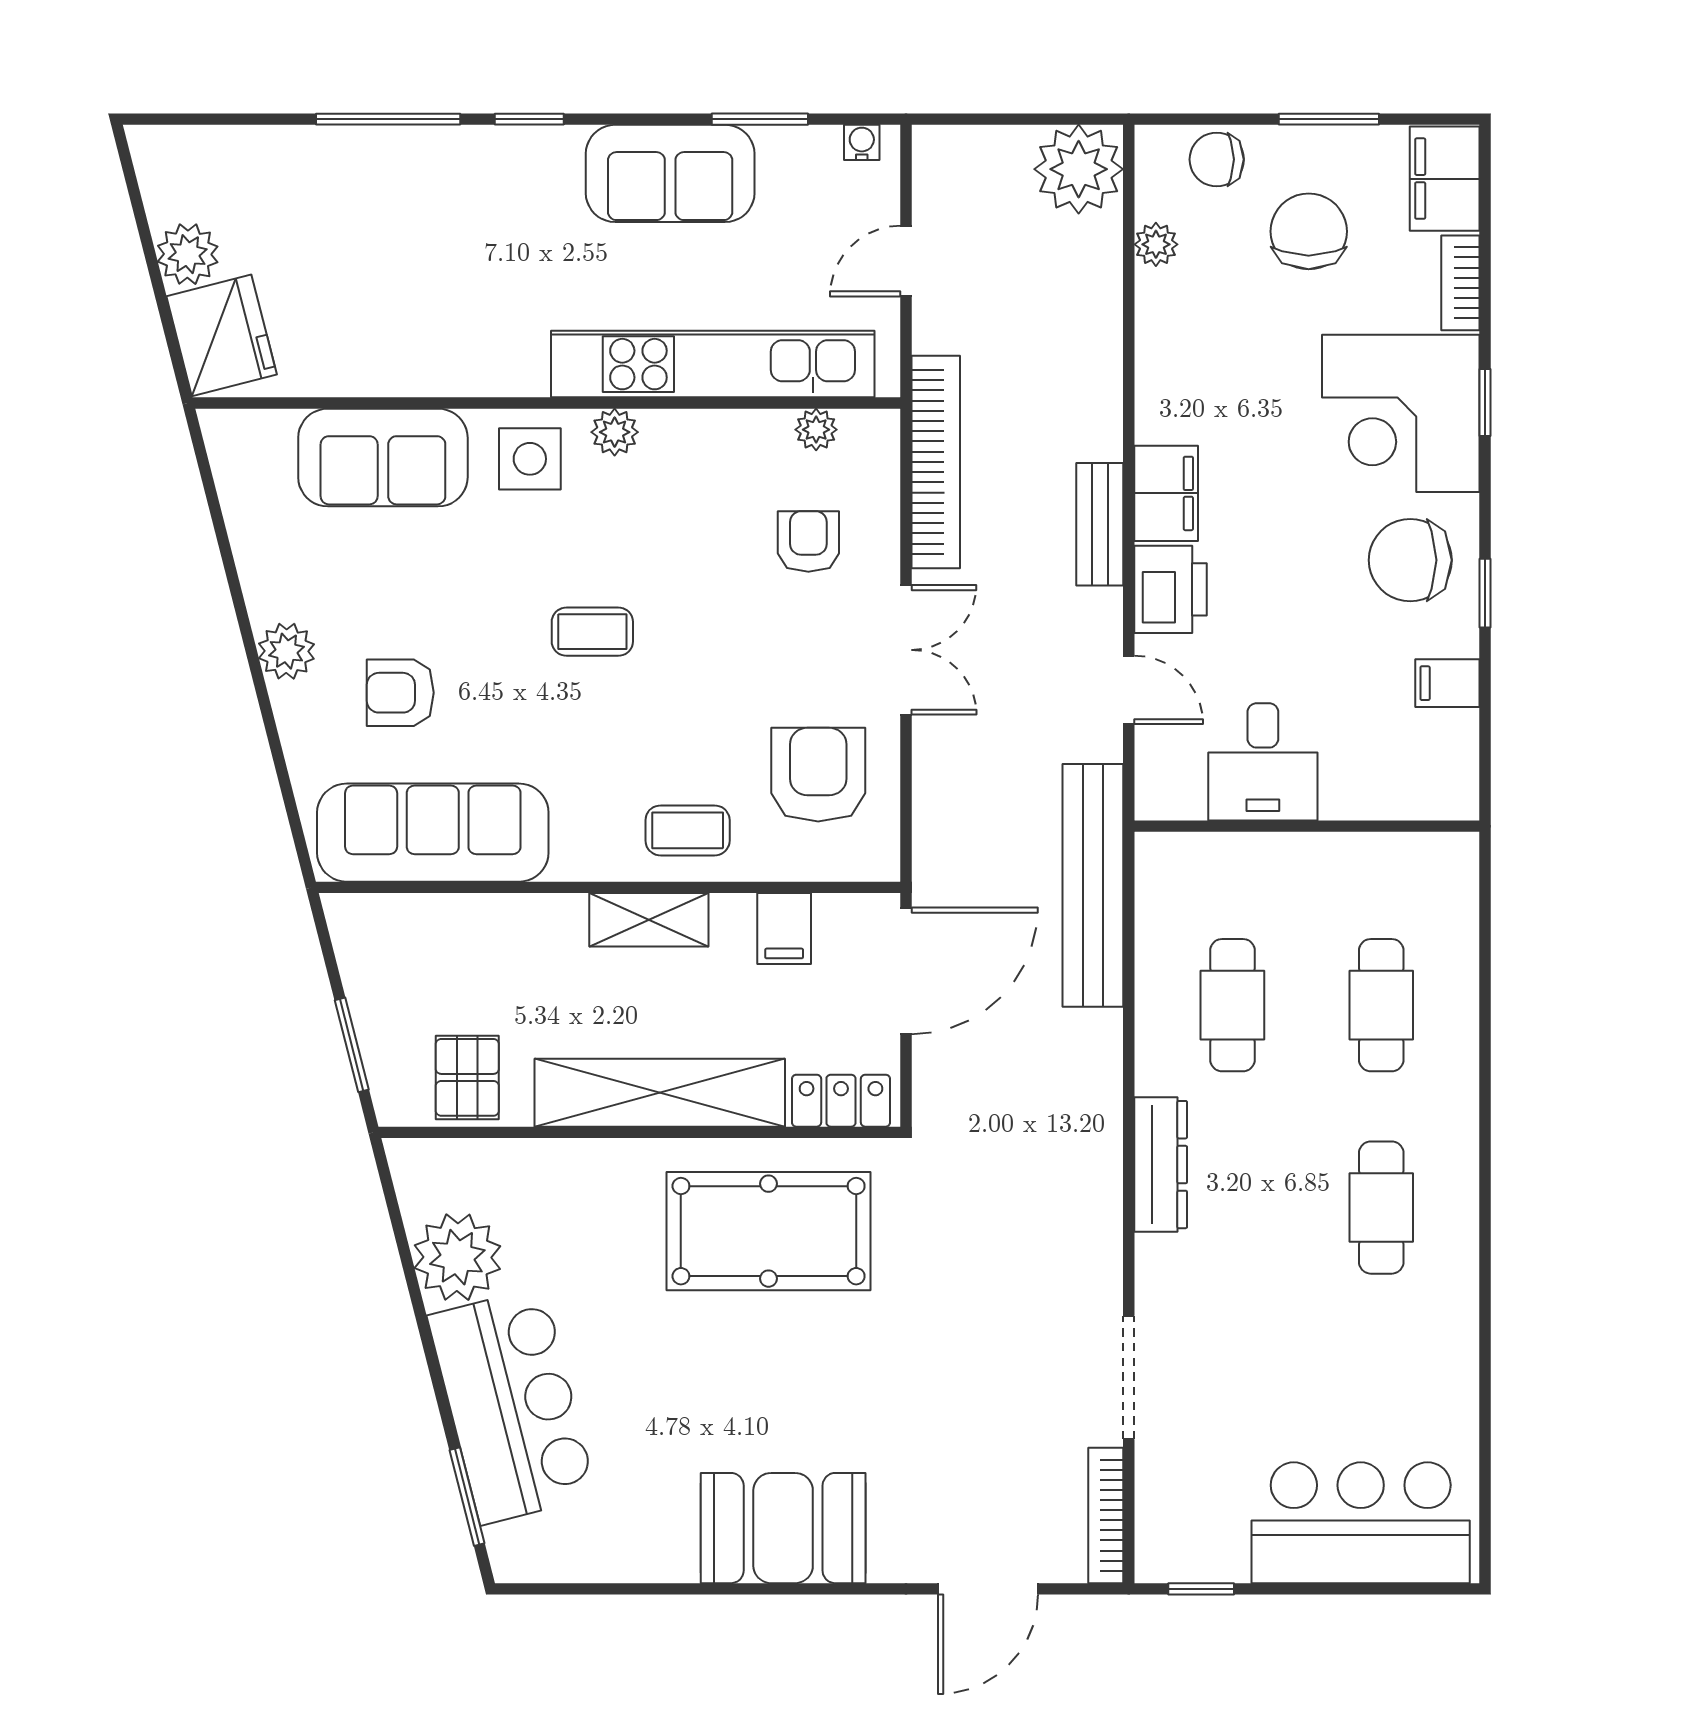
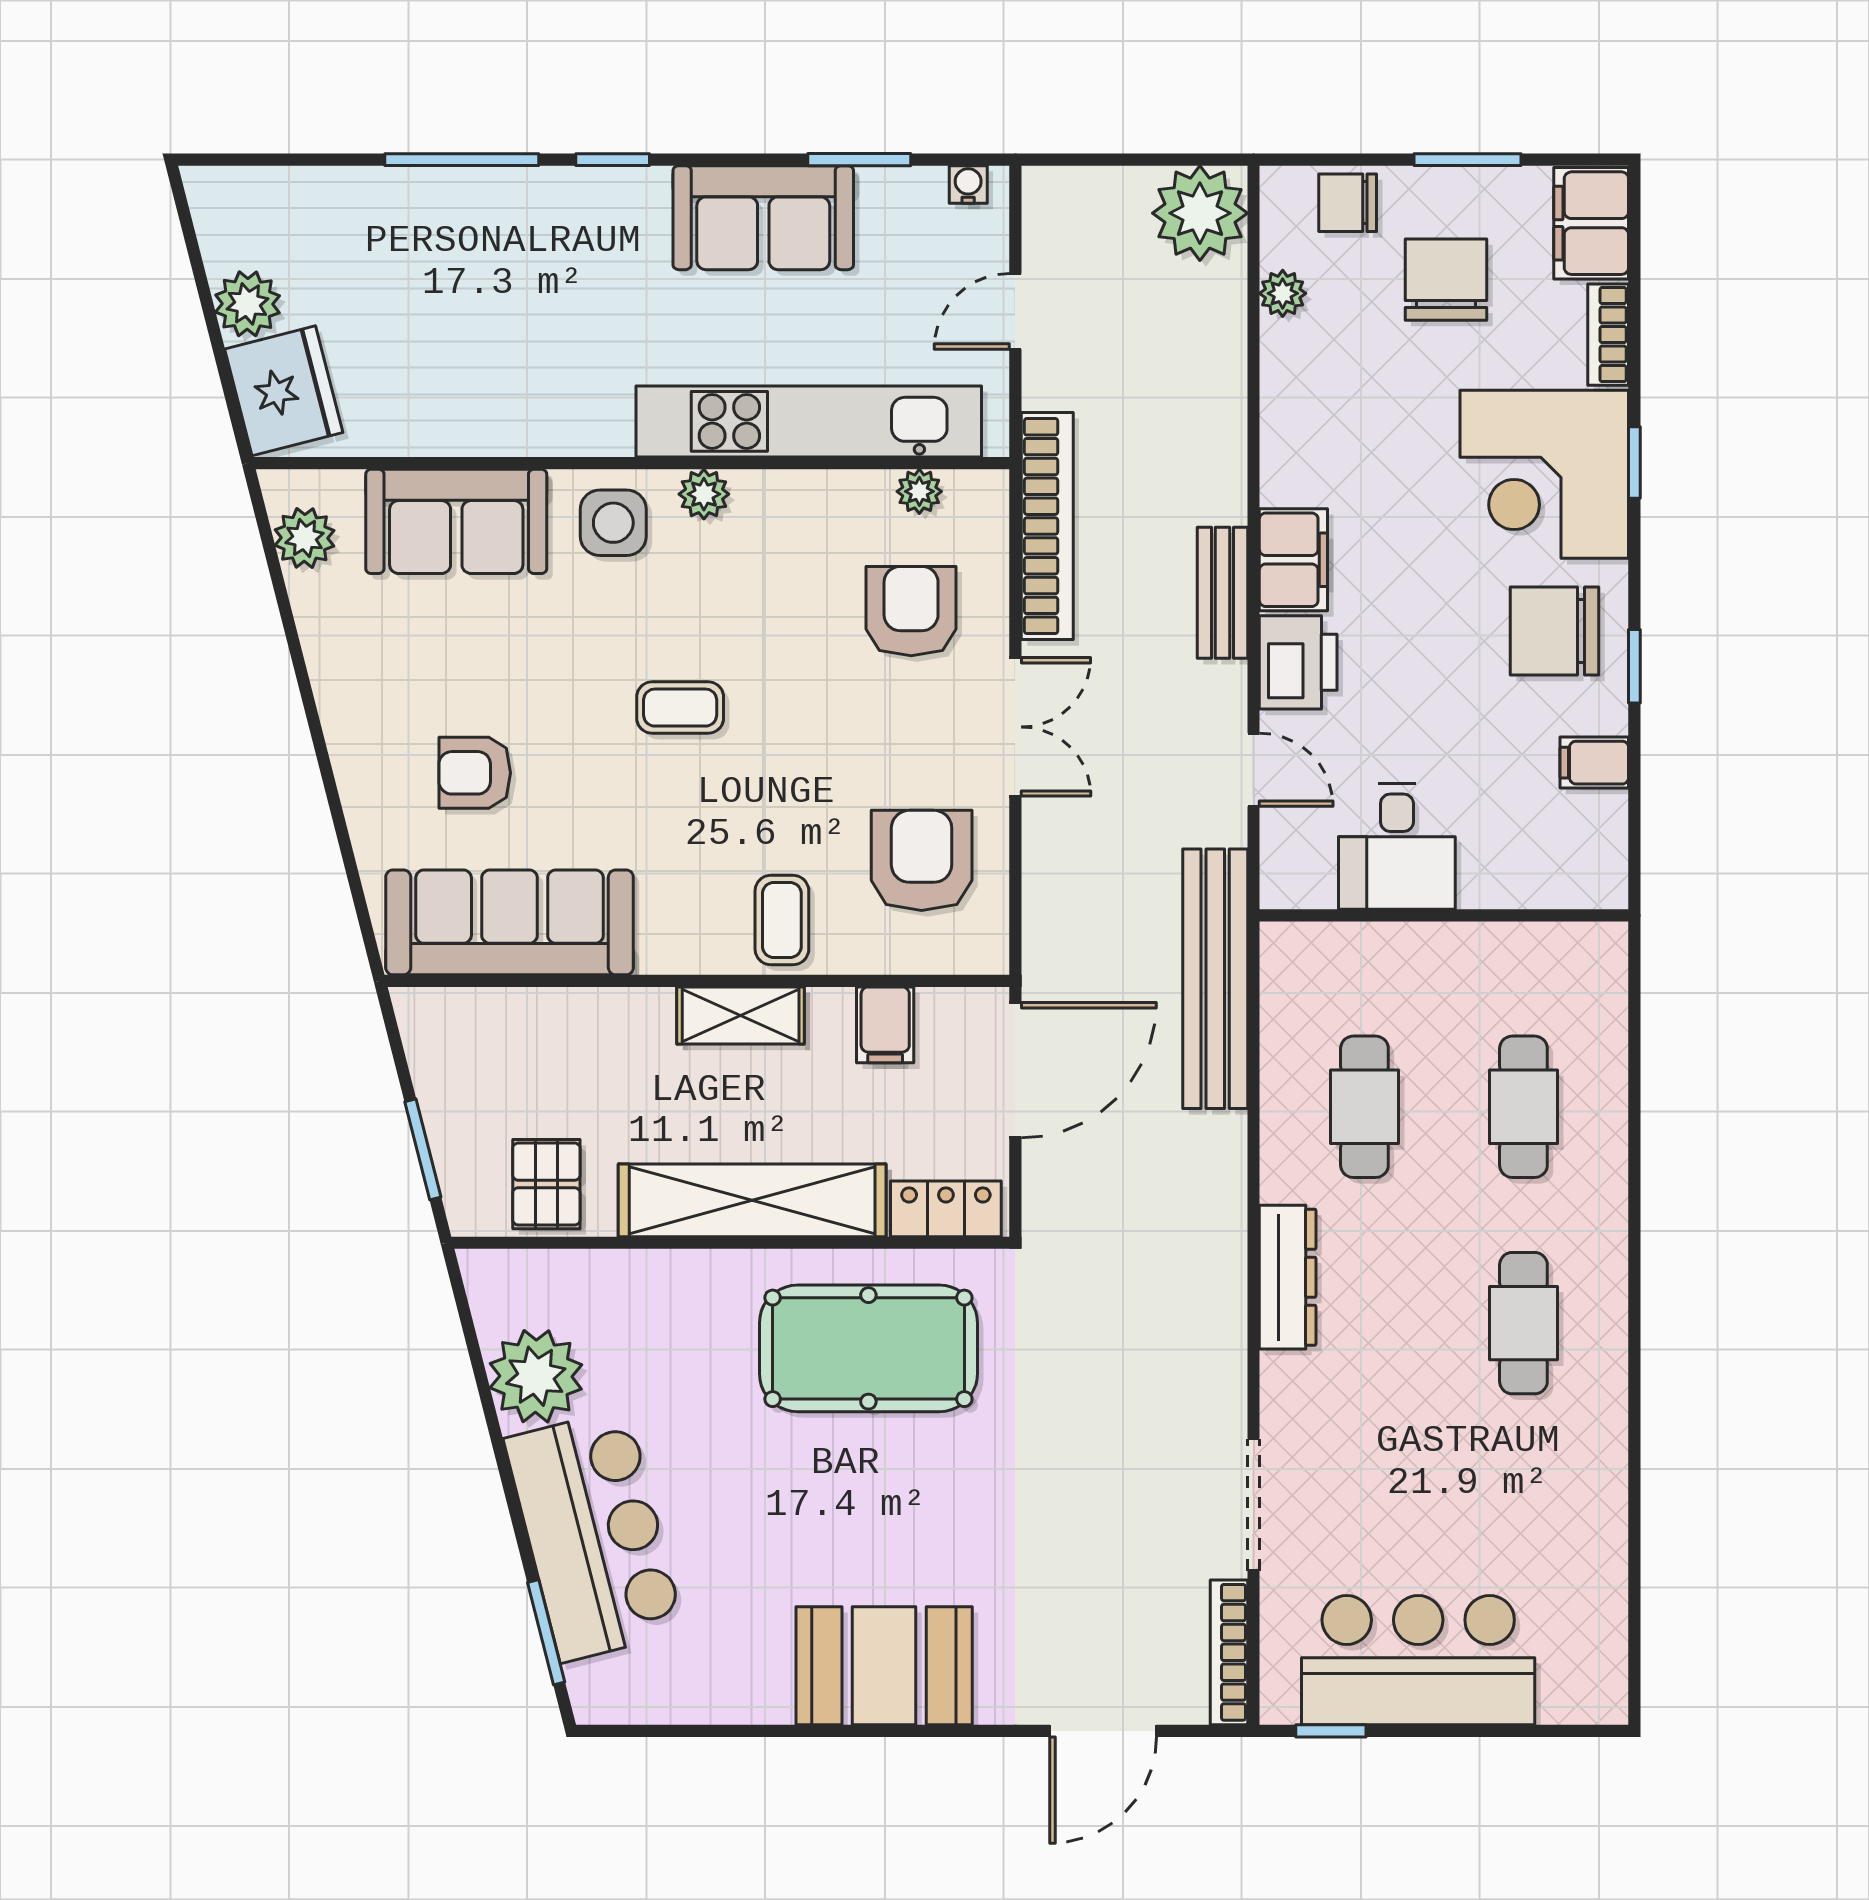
armchair: (808, 541) -> (911, 611), width x1.38, depth x1.38
plant: (286, 651) -> (305, 538), moved
coffee table: (688, 830) -> (782, 920), turned 90
bar counter: (1361, 1523) -> (1418, 1660), moved

